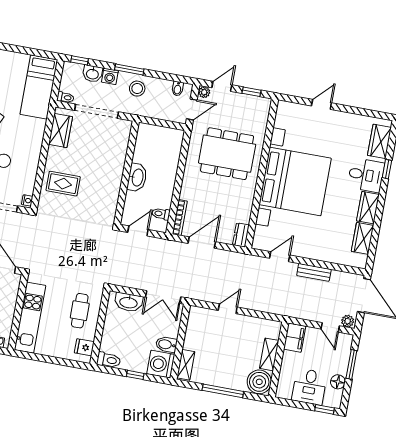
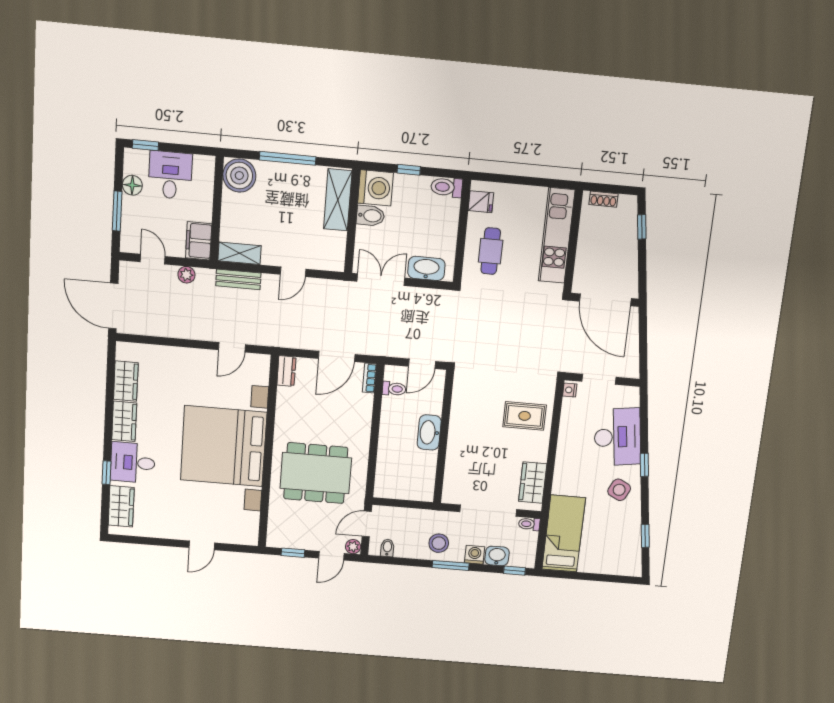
bookcase: (180, 218) -> (370, 378), width x0.64
bench: (314, 272) -> (238, 279), moved
plant: (348, 321) -> (186, 275), moved
shelving: (269, 354) -> (239, 253), moved, turned 90
shelving: (186, 365) -> (338, 200), width x1.50, depth x1.33

